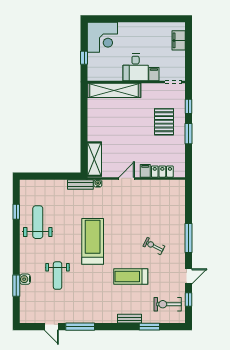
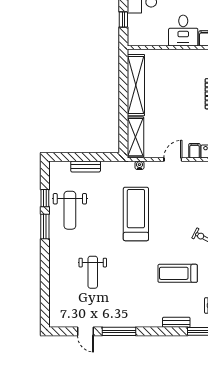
shelving: (114, 90) -> (136, 85), moved, turned 90
bench: (80, 184) -> (86, 166), moved
weight bench: (38, 222) -> (70, 210), turned 180
treadmill: (93, 241) -> (136, 214), moved
water cooler: (25, 279) -> (55, 276), removed
window: (16, 286) -> (45, 226), moved

